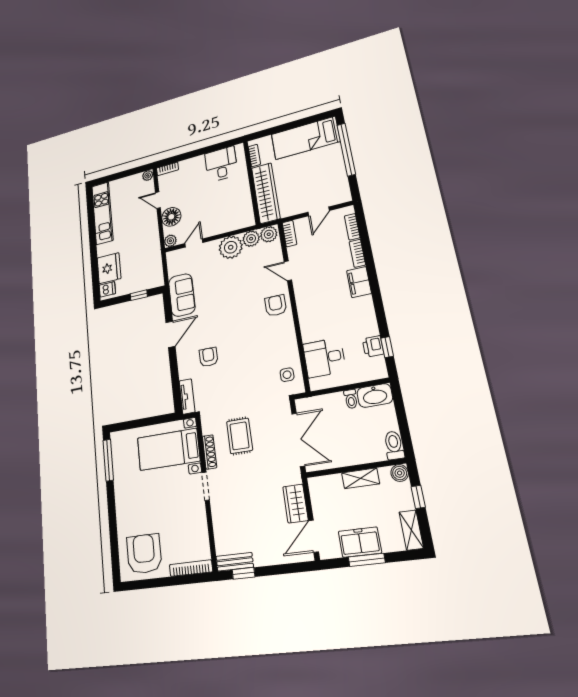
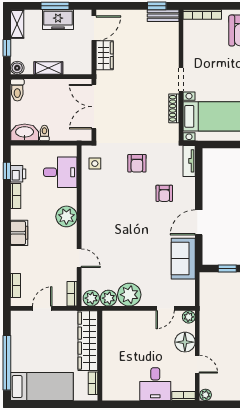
desk: (221, 164) -> (155, 384), moved
bookcase: (357, 253) -> (16, 196), moved
armchair: (276, 306) -> (137, 163), moved
plant: (309, 311) -> (66, 216), added
rug: (239, 436) -> (145, 118), removed

